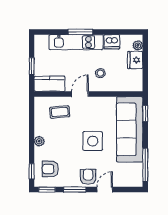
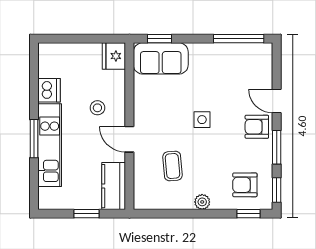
plant: (138, 45) -> (55, 50), removed
fridge: (135, 60) -> (114, 56), moved, turned 90
coffee table: (60, 112) -> (172, 166), moved
sofa: (130, 129) -> (161, 58), width x0.54, depth x0.79
side table: (93, 141) -> (202, 120), width x0.54, depth x0.54
armchair: (50, 169) -> (245, 185), turned 90

